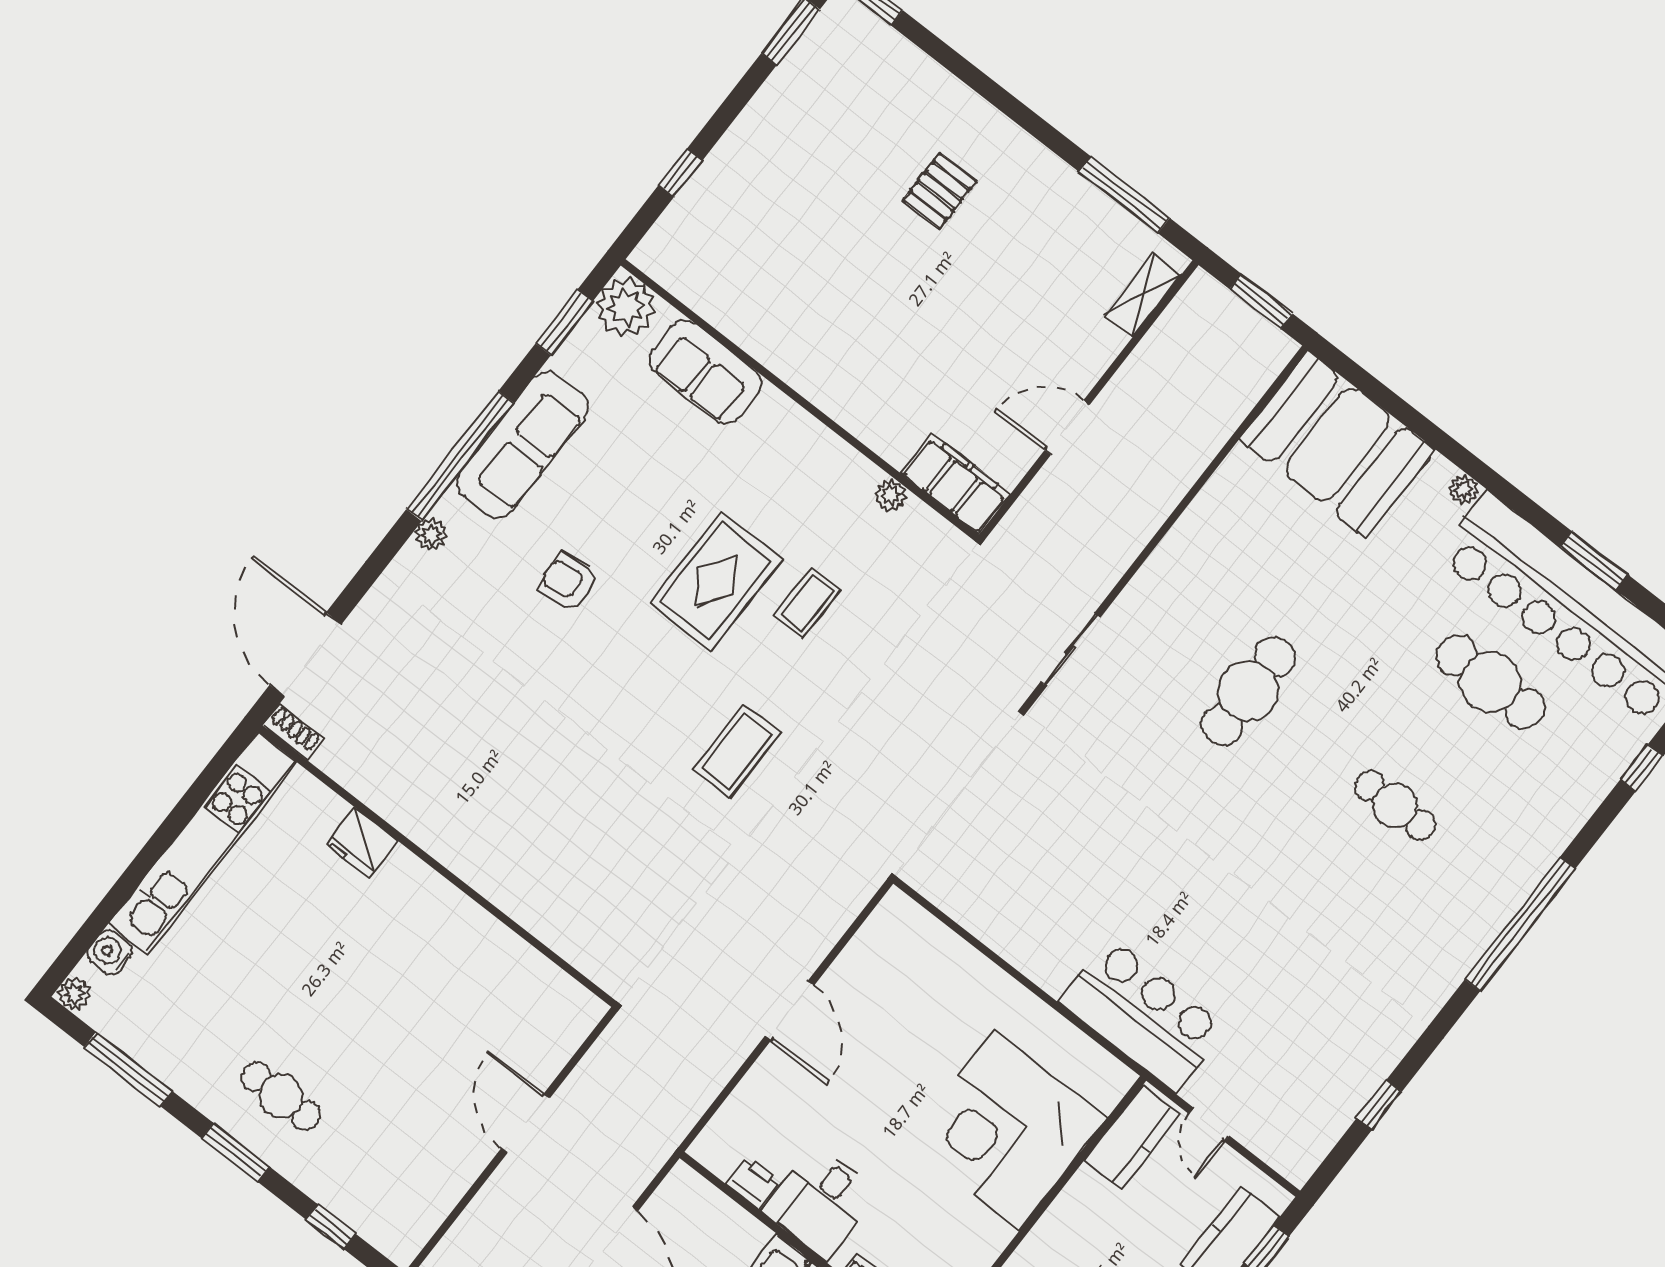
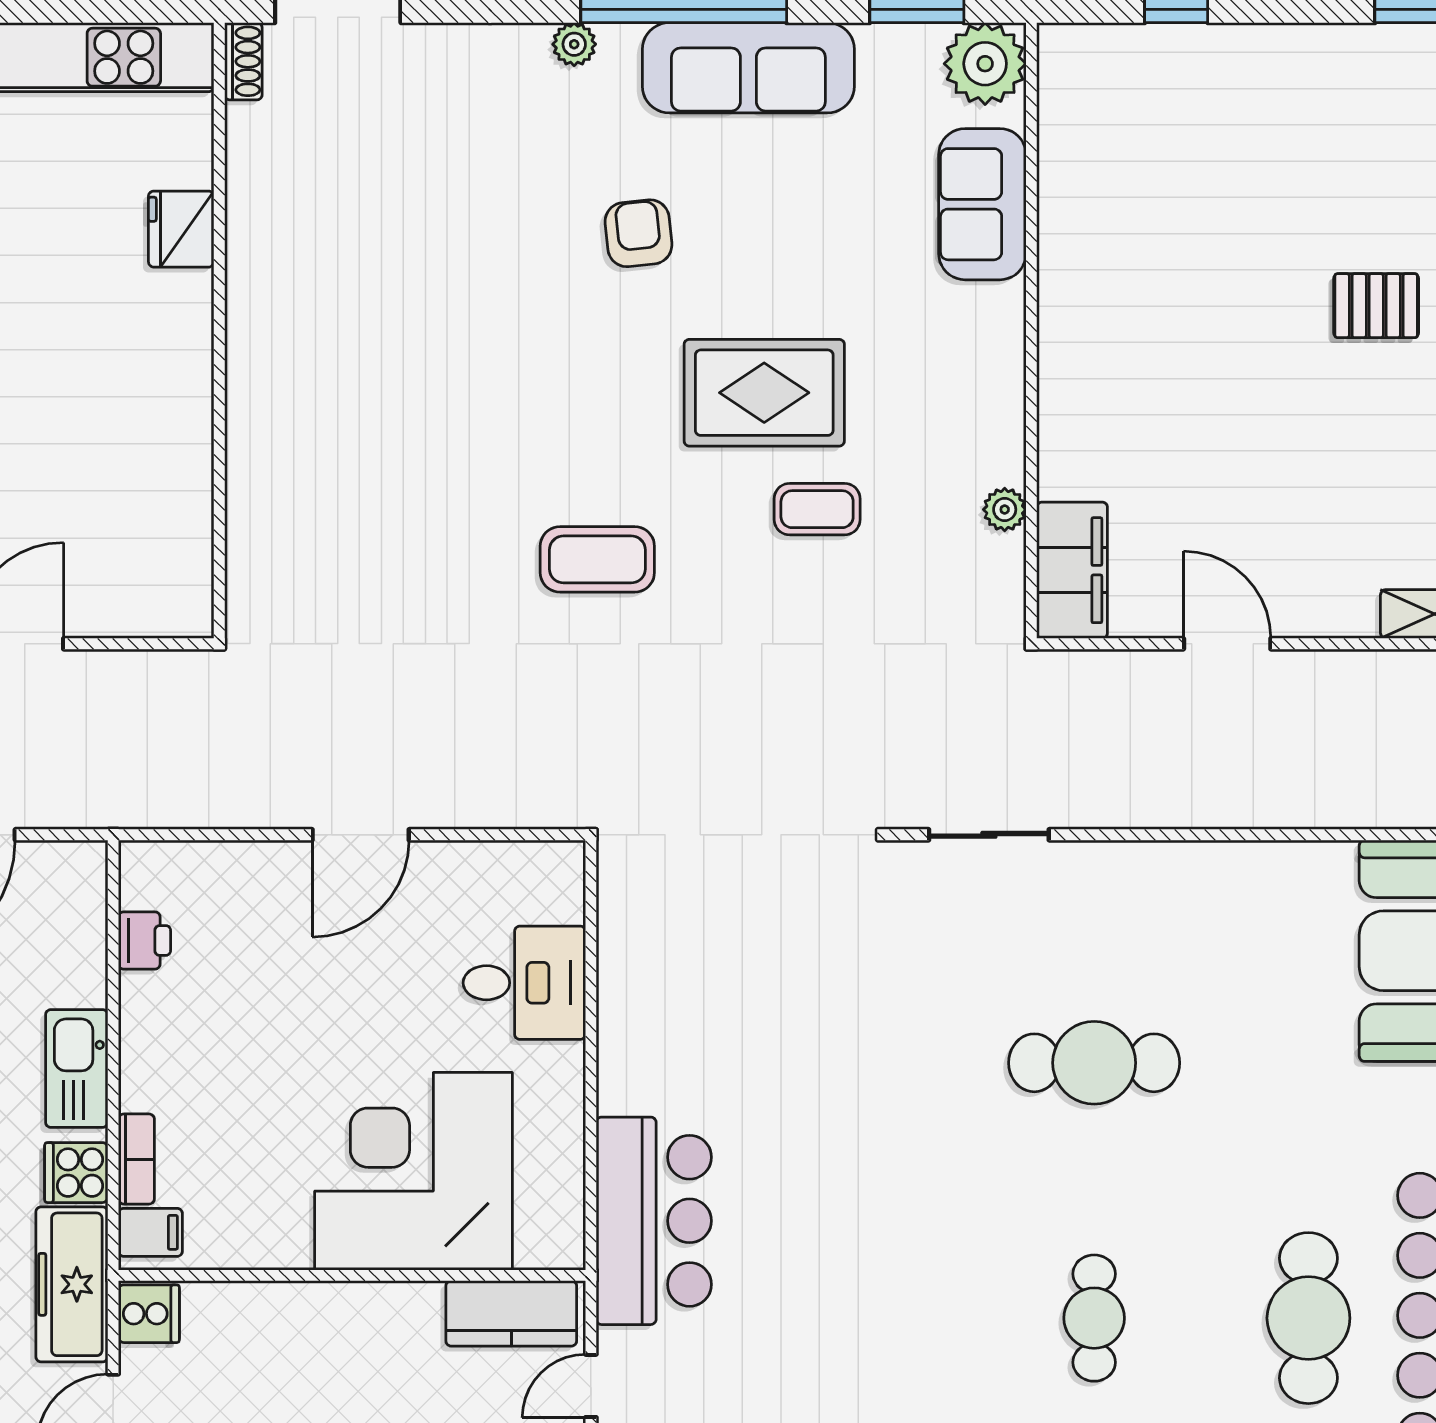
desk: (821, 1202) -> (524, 983), moved, turned 180

